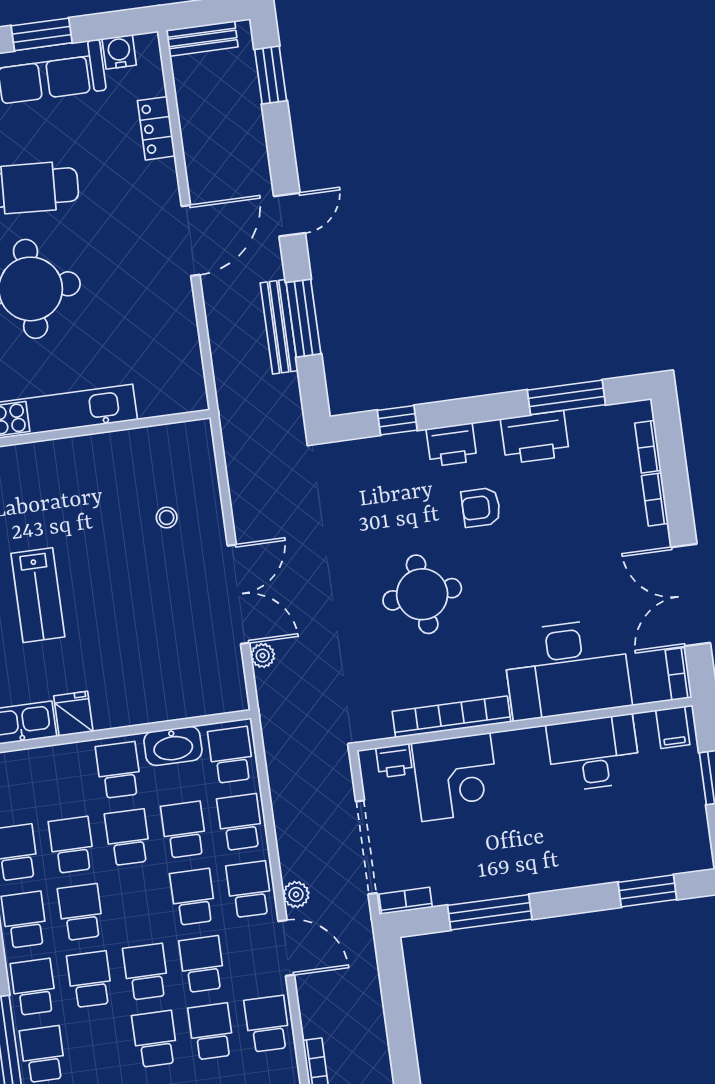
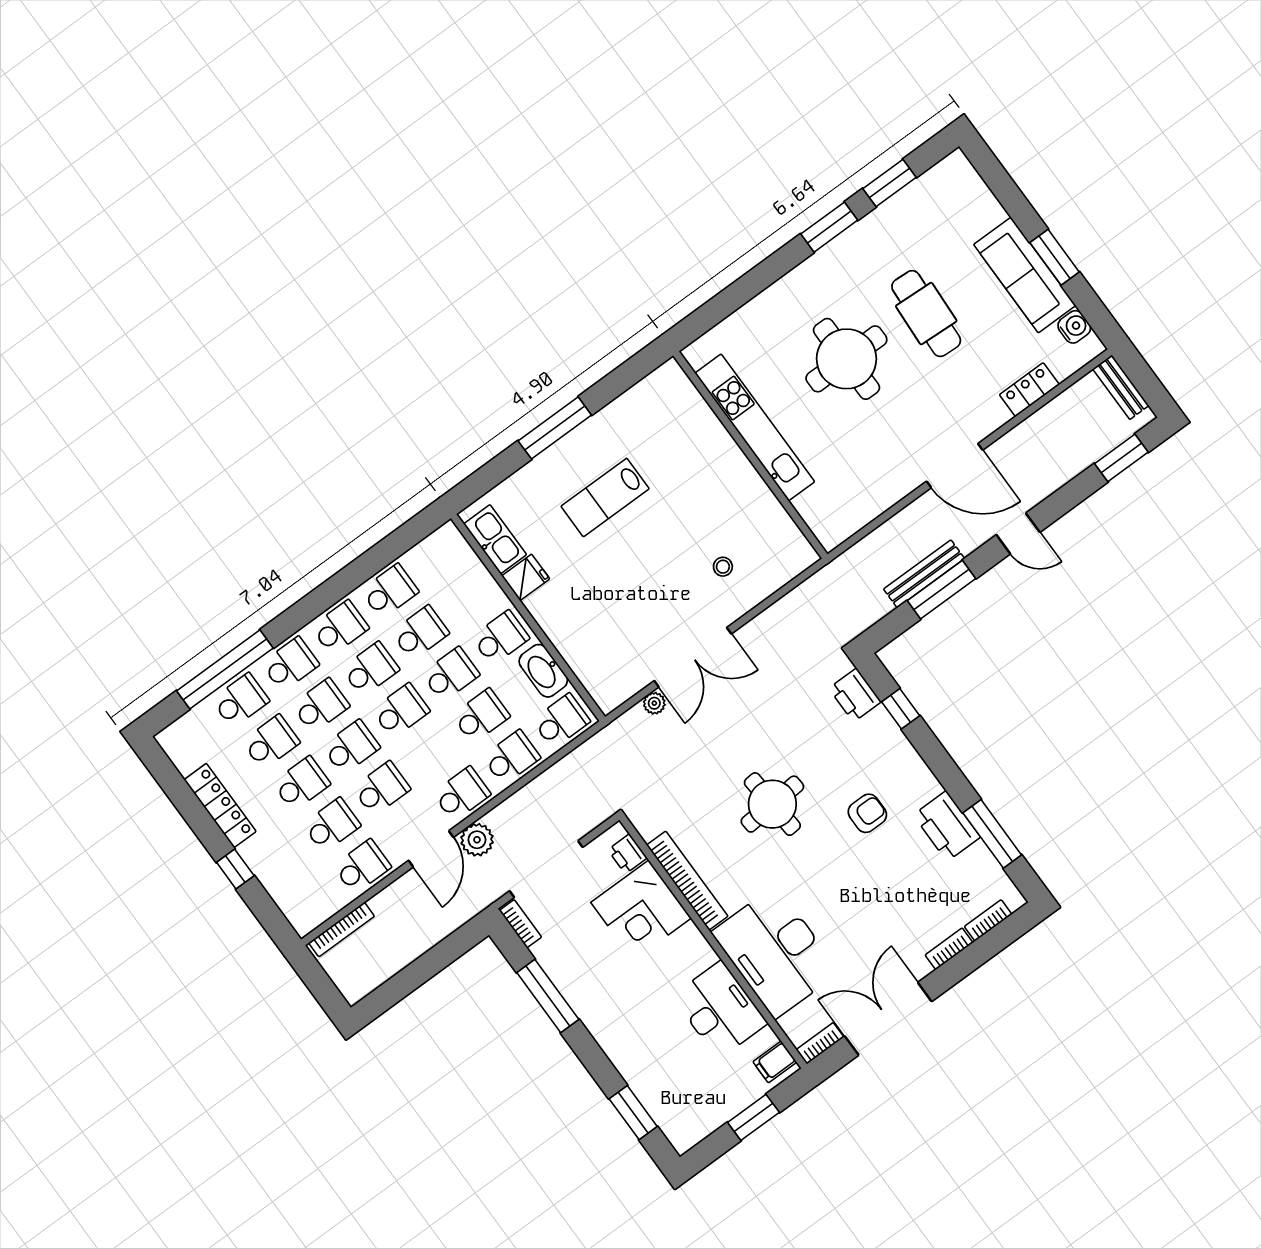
printer: (452, 445) -> (855, 695), moved
armchair: (481, 507) -> (867, 813), turned 90
plant: (296, 894) -> (477, 840), width x1.38, depth x1.38
school desk: (193, 897) -> (401, 711), moved
school desk: (99, 1047) -> (271, 742), added

